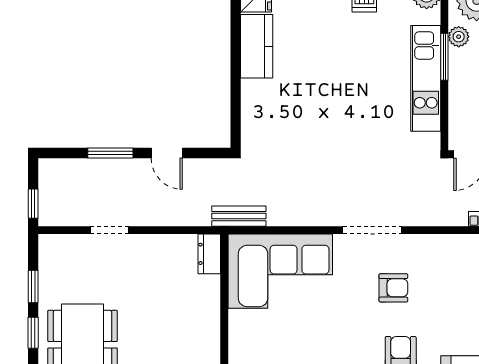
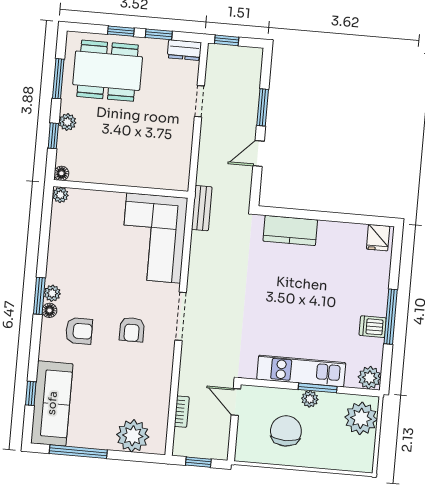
plant: (459, 37) -> (310, 399), moved
kitchen counter: (257, 46) -> (290, 231), moved
dresser: (209, 254) -> (184, 50), moved, turned 180

